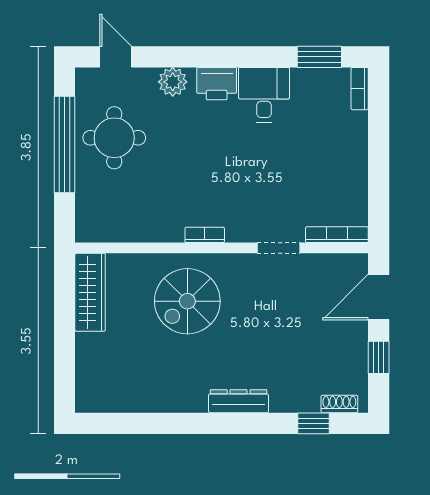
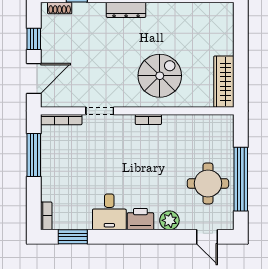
window: (379, 181) -> (34, 155), added

